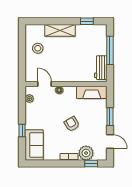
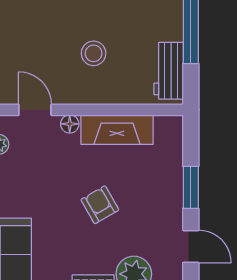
stool: (38, 48) -> (94, 53), moved
fireplace: (92, 92) -> (117, 130), moved

